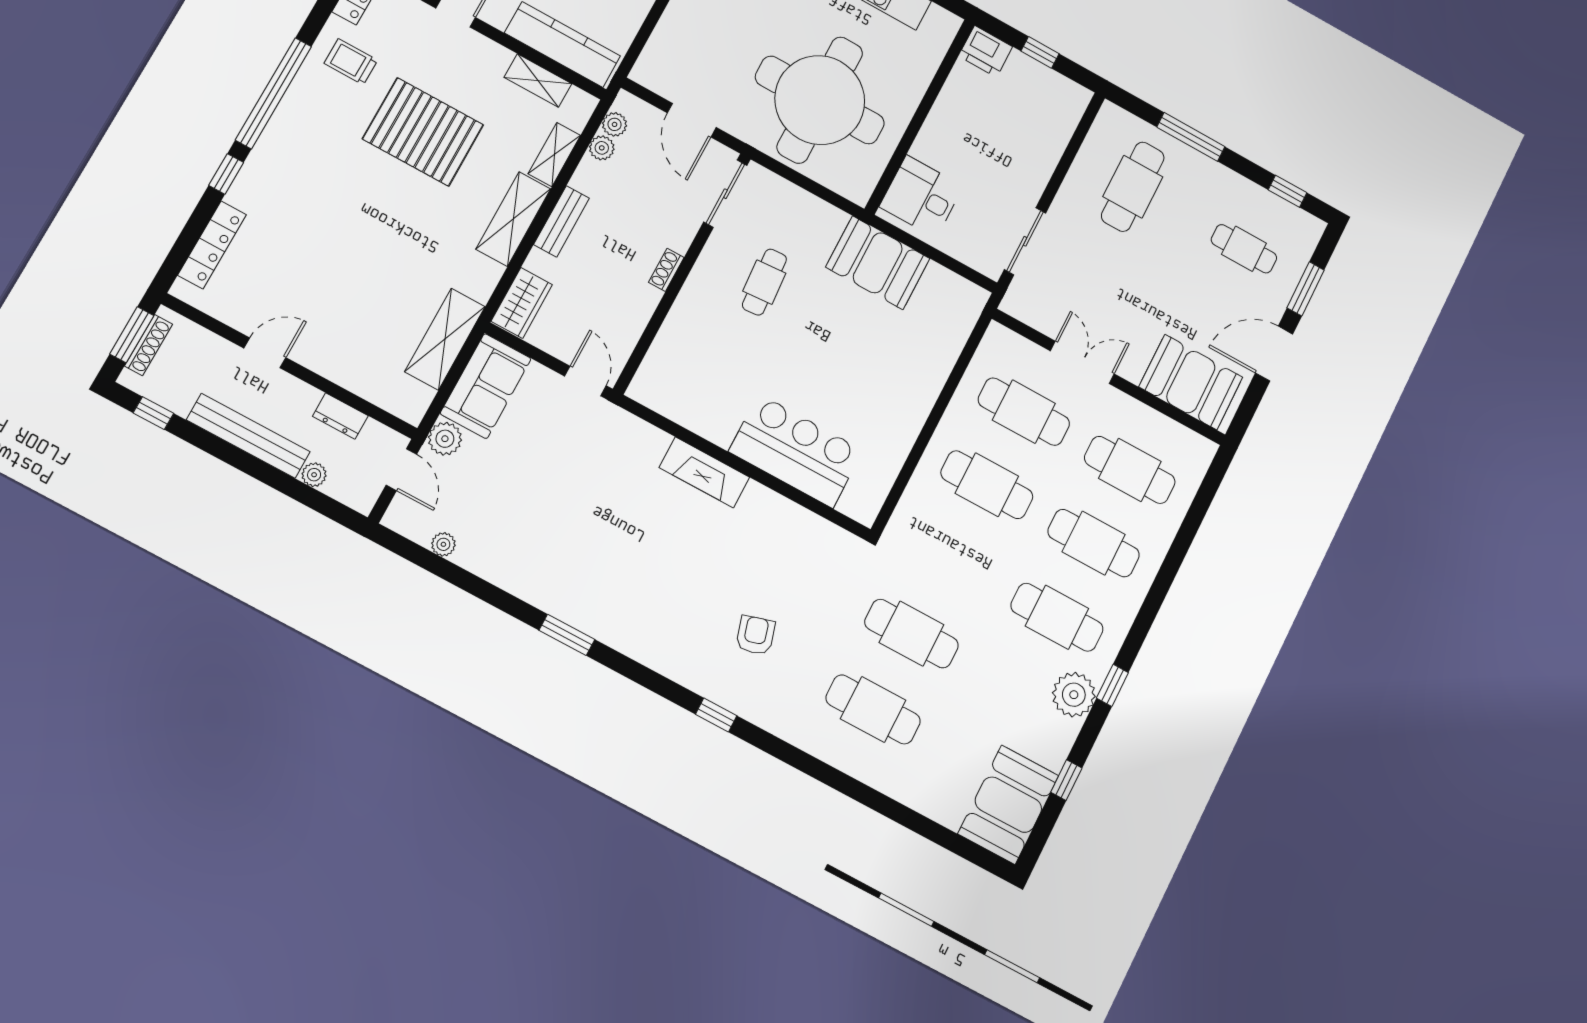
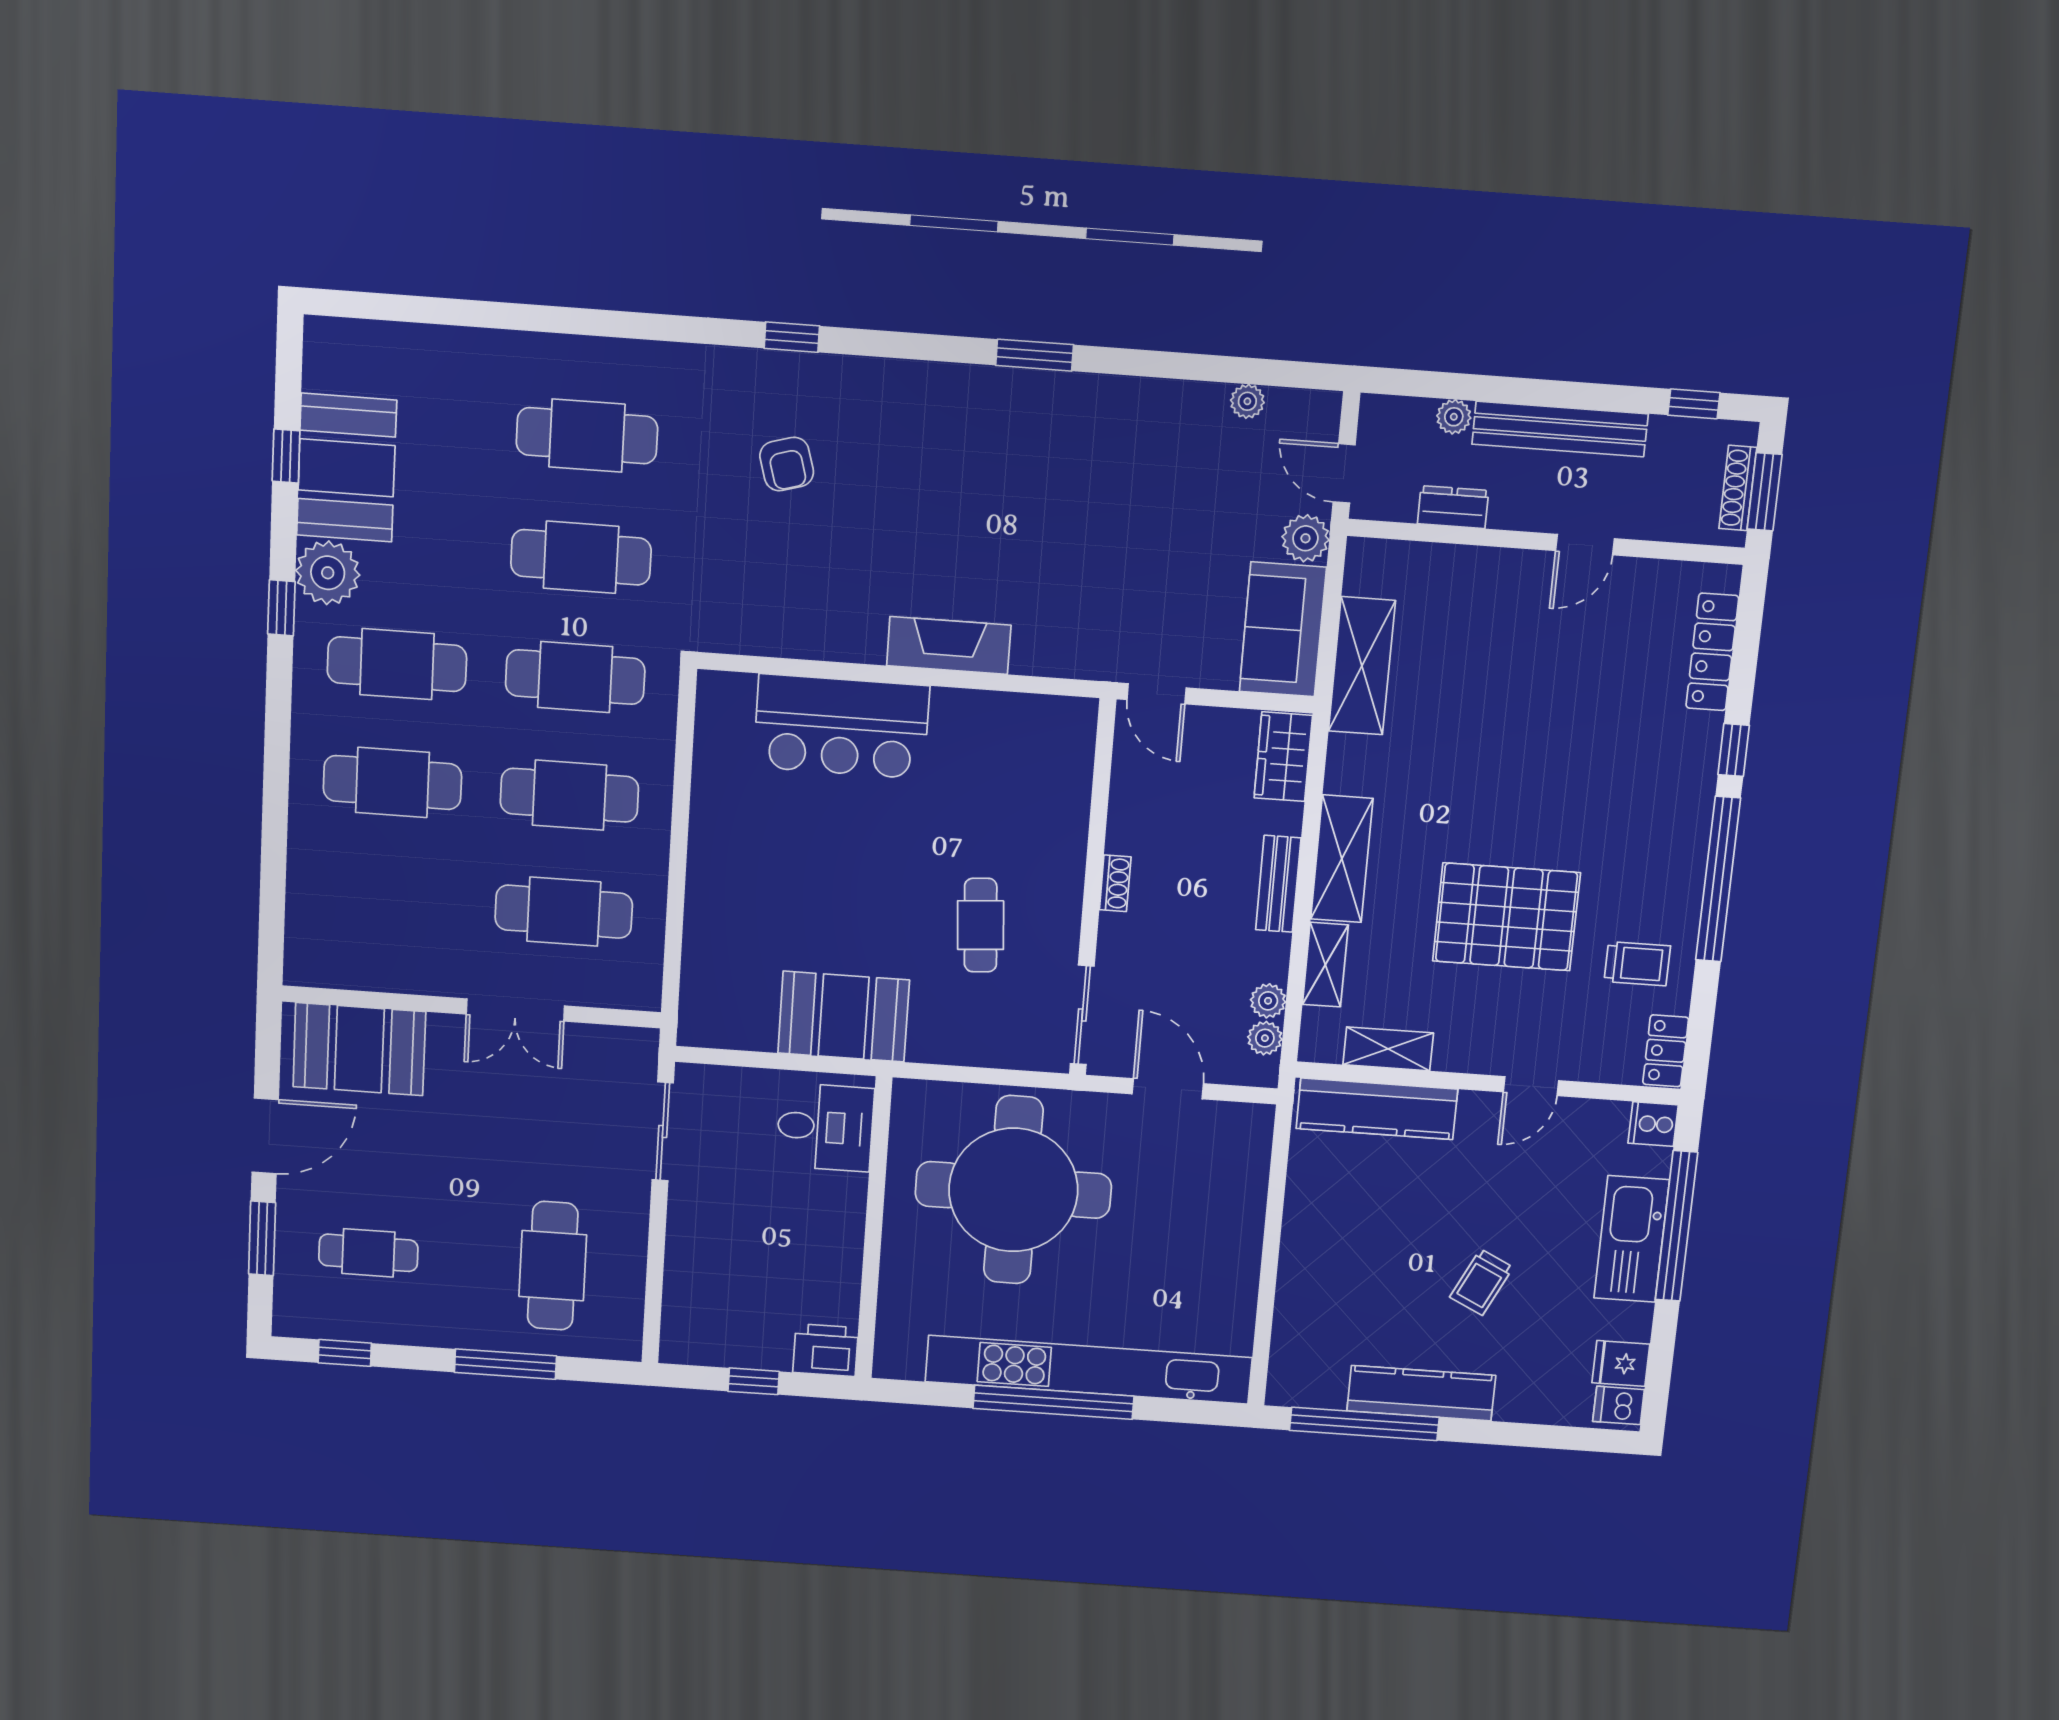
cafe table: (1130, 470) -> (575, 677), moved
booth: (1008, 805) -> (347, 468), moved

